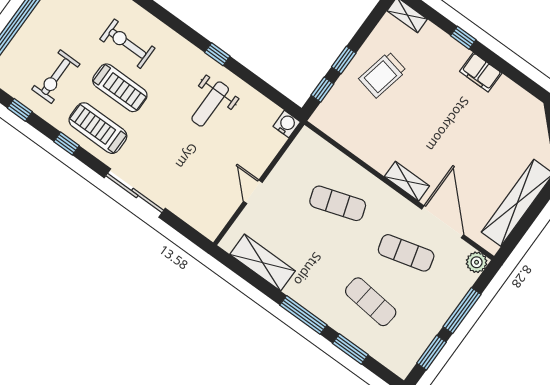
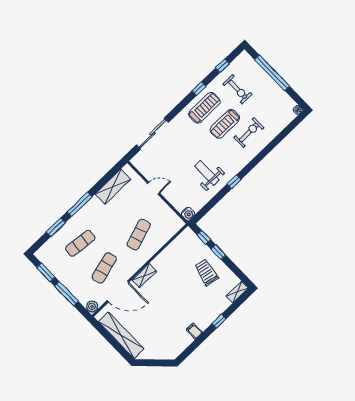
filing cabinet: (481, 72) -> (194, 331), width x0.50
exercise bike: (56, 77) -> (237, 89), turned 180
sliding door: (135, 193) -> (152, 134), moved

